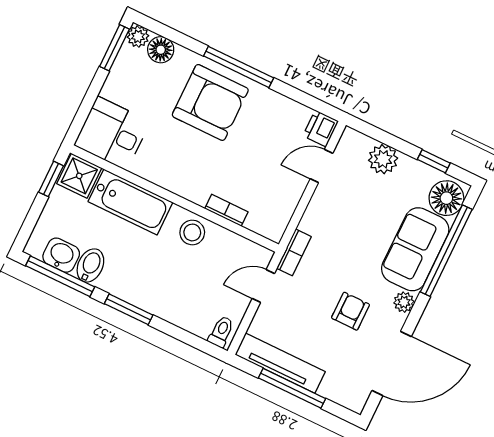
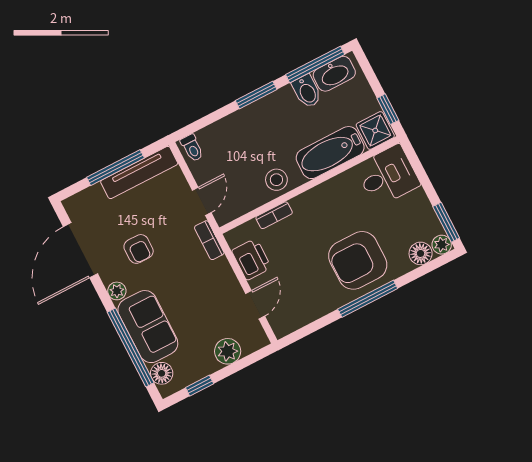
printer: (321, 129) -> (251, 259), moved, width x1.36, depth x1.24
floor lamp: (446, 198) -> (162, 373), width x0.73, depth x0.73
washbasin: (61, 255) -> (334, 74), width x1.38

